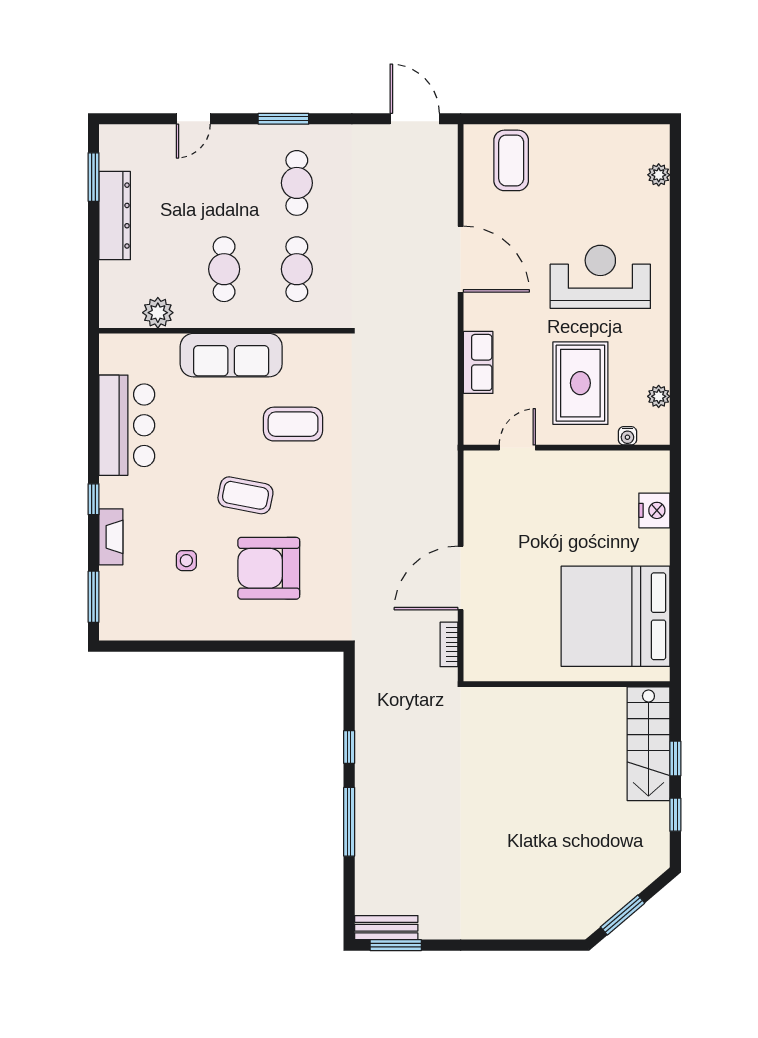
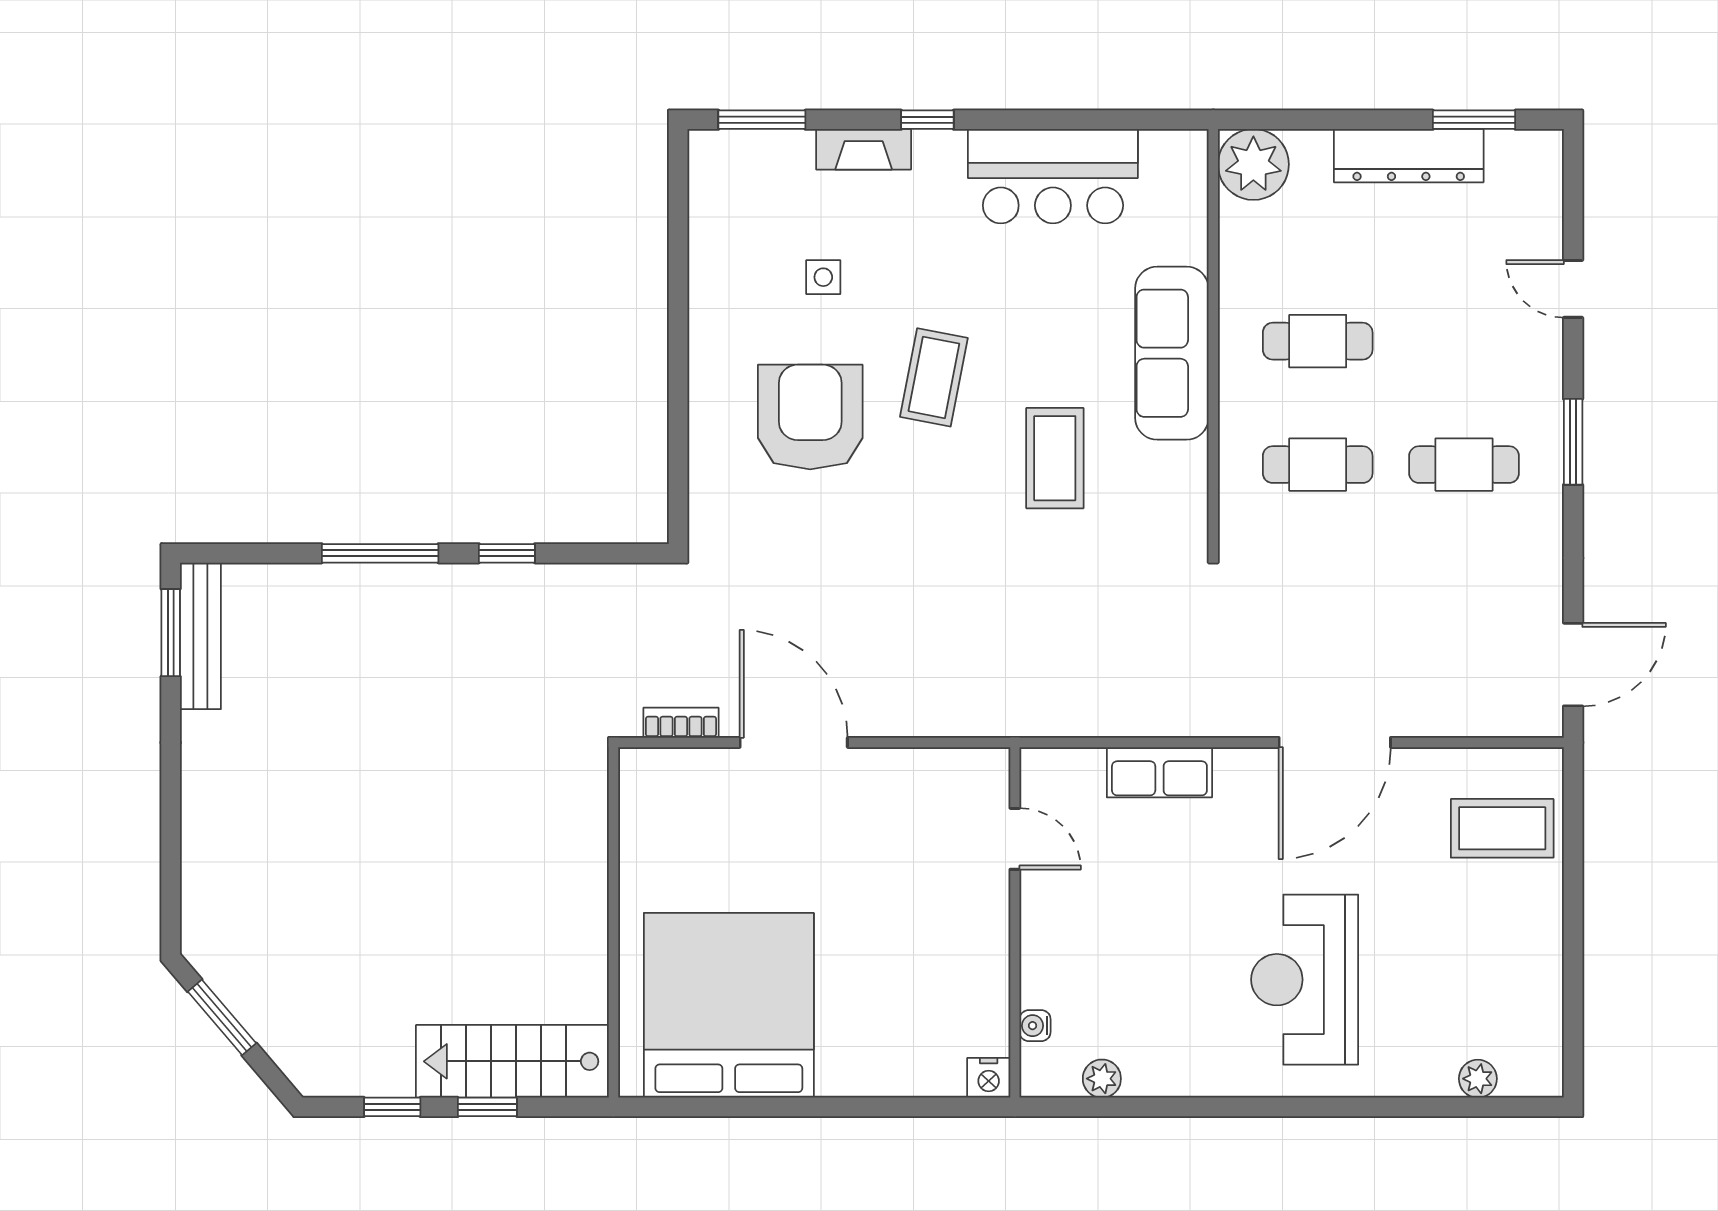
reception desk: (600, 277) -> (1305, 980), turned 180
plant: (158, 313) -> (1253, 164), moved, width x1.36, depth x1.36
rug: (580, 383) -> (1124, 946), removed
nightstand: (654, 510) -> (989, 1078), moved, width x0.74, depth x0.75
bench: (386, 928) -> (200, 636), width x1.36

